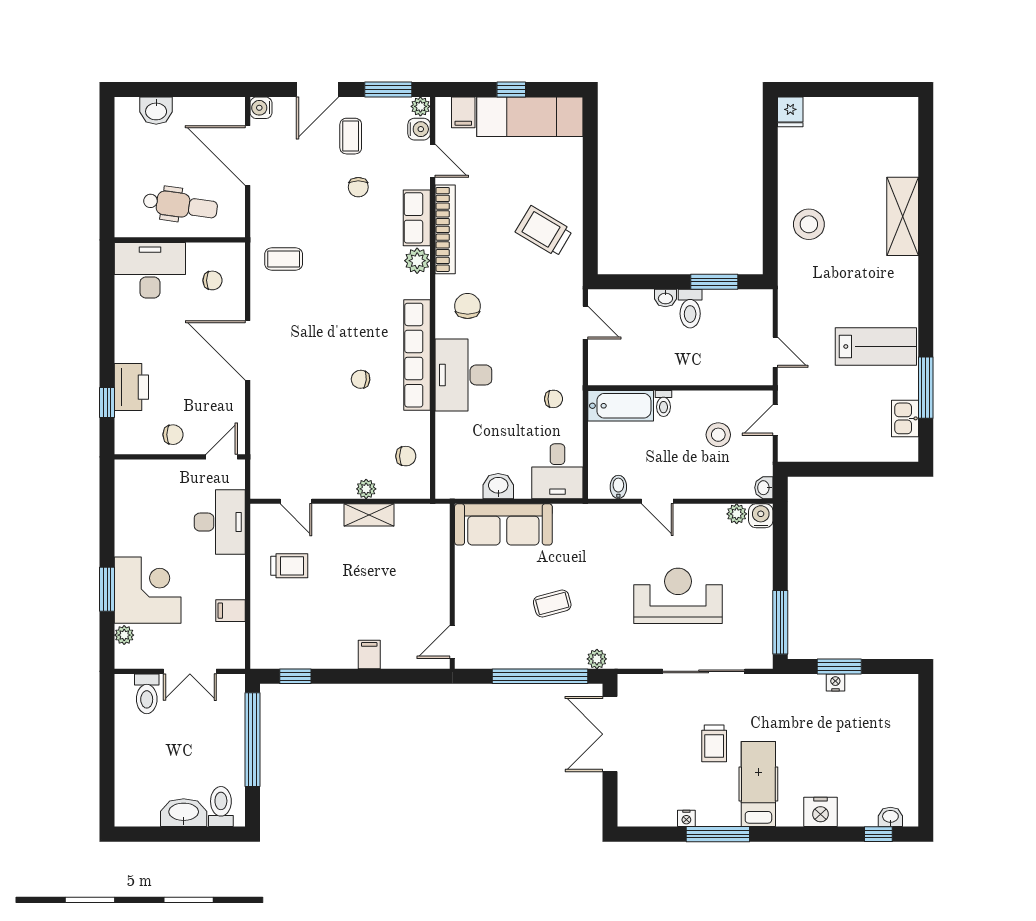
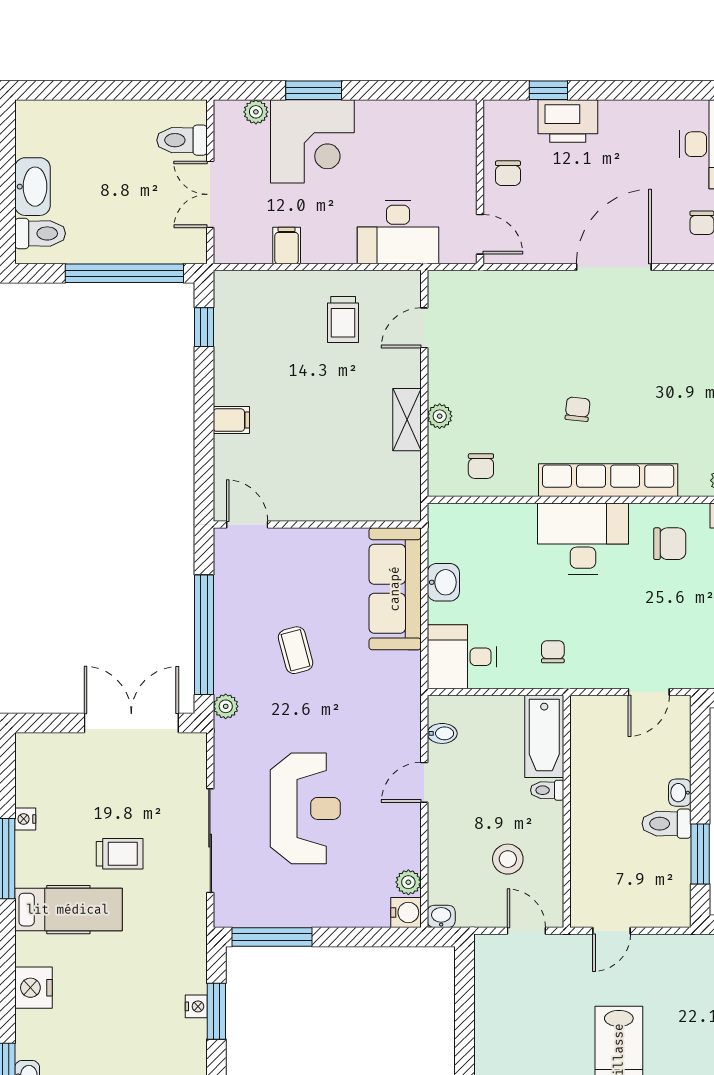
chair: (553, 399) -> (553, 652), turned 180
trolley: (714, 743) -> (120, 854), turned 180

